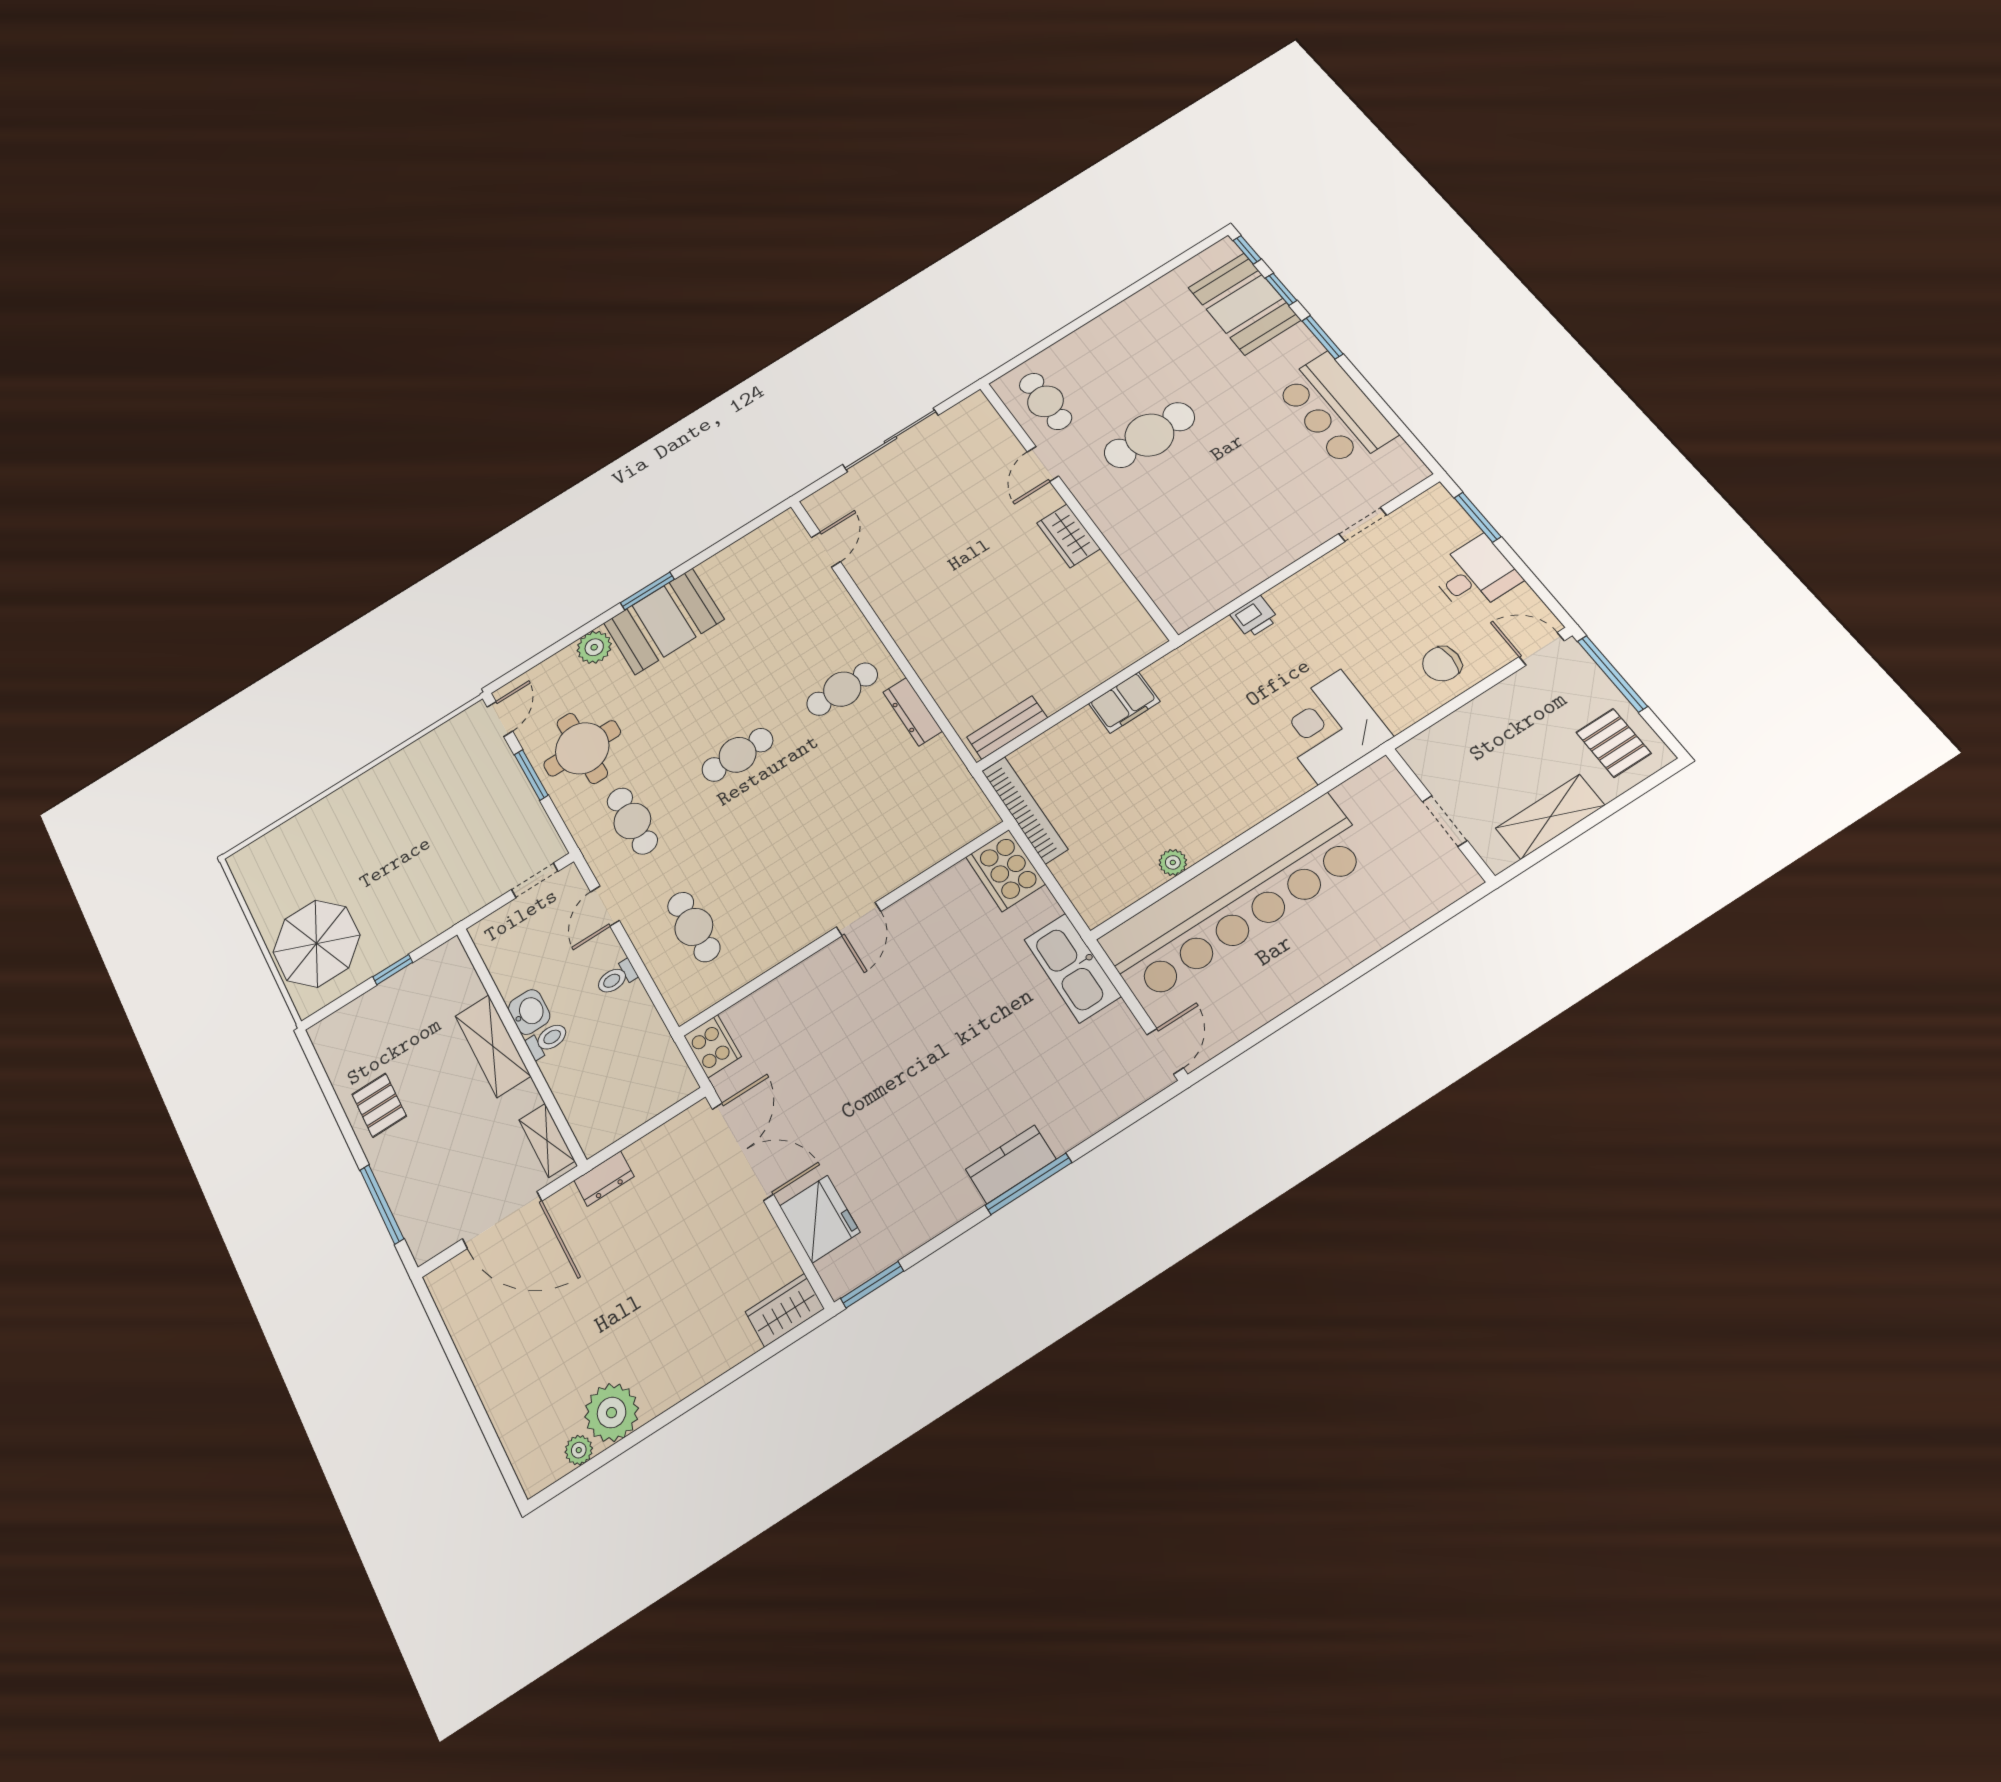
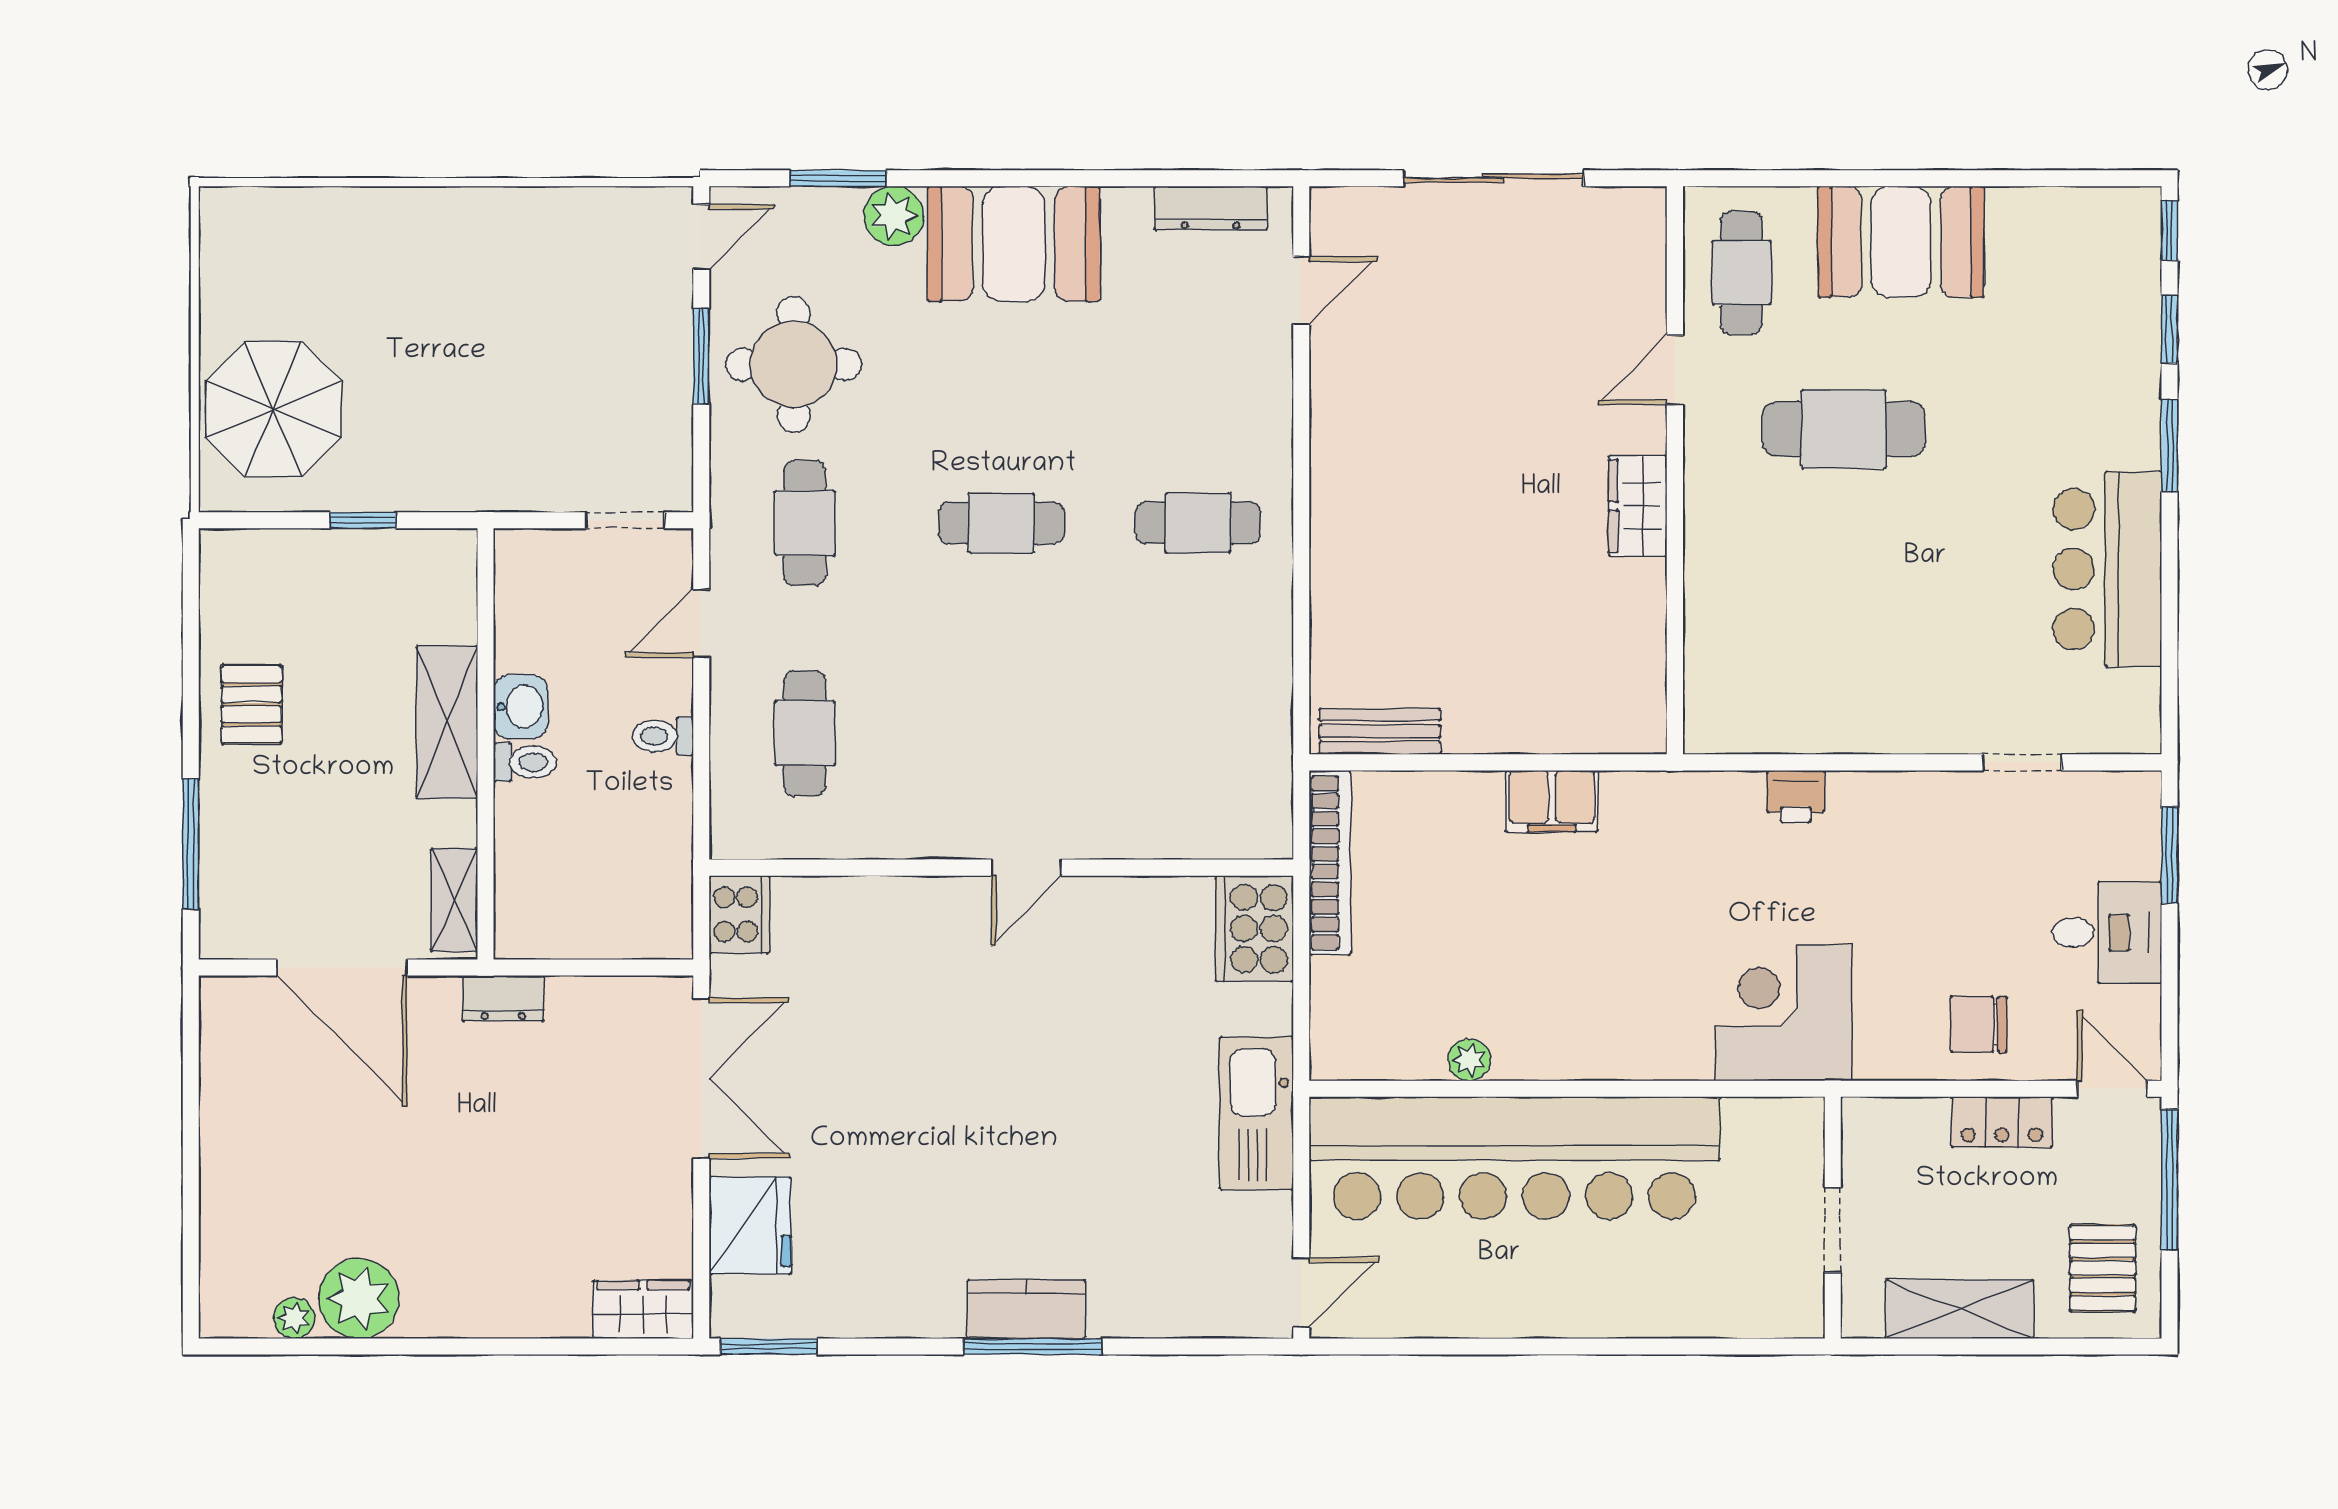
booth: (1244, 304) -> (1901, 242), moved, turned 90
window: (647, 591) -> (838, 178), moved
locker: (1495, 704) -> (2002, 1122), added
dresser: (913, 712) -> (1210, 208), moved, turned -90

